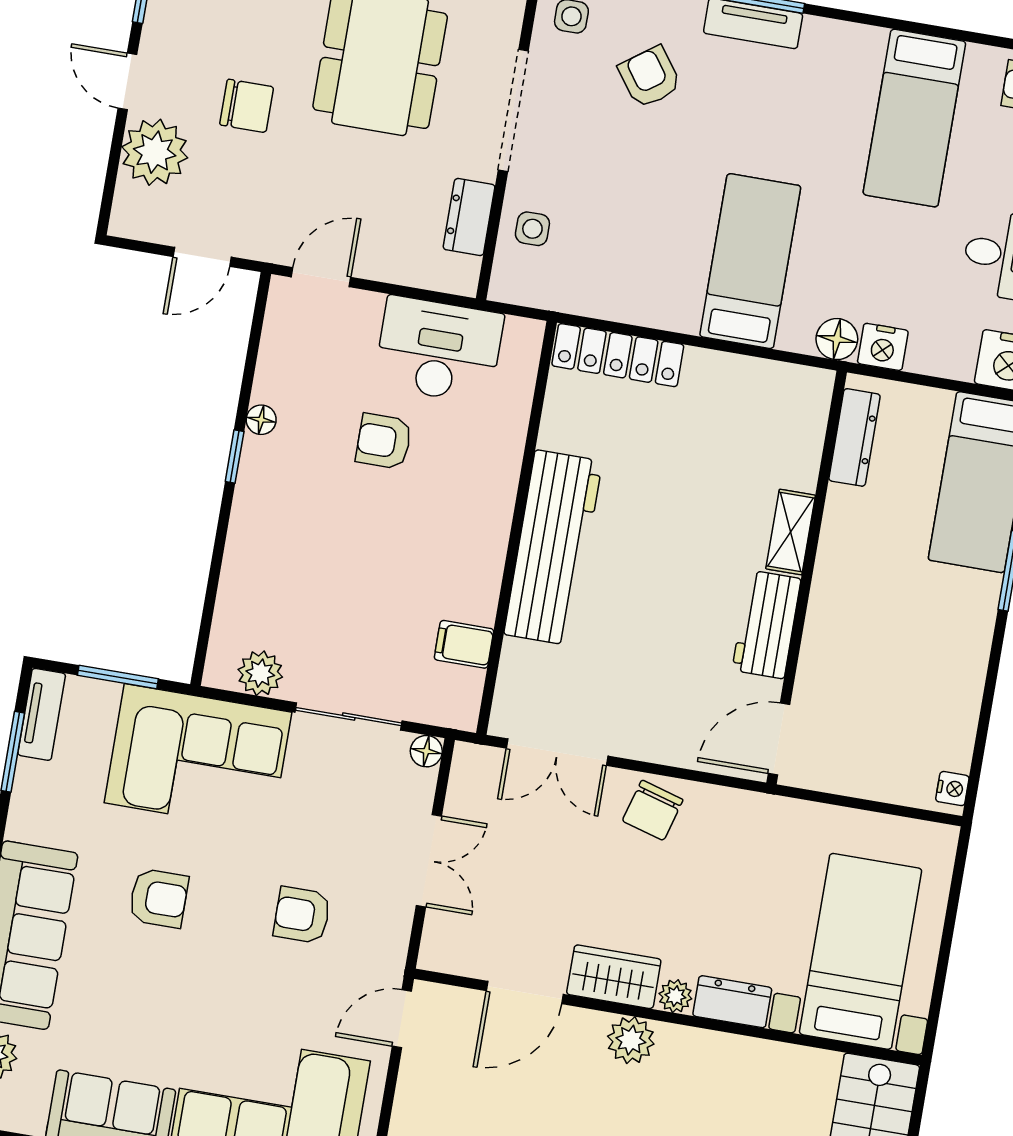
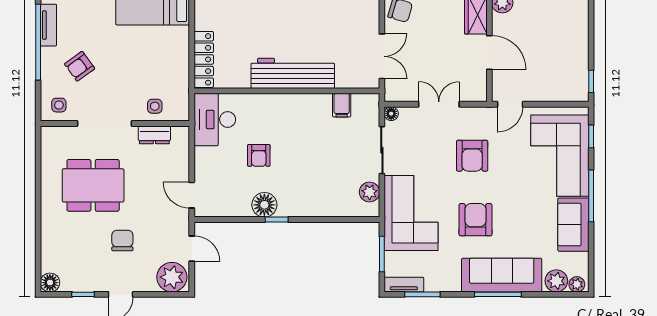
plant: (155, 152) -> (172, 277), moved
desk: (439, 350) -> (215, 119), moved
floor lamp: (261, 420) -> (264, 205), width x1.89, depth x1.89
armchair: (159, 898) -> (475, 220), width x1.38, depth x1.38
armchair: (302, 915) -> (472, 156), width x1.38, depth x1.38
door: (402, 1019) -> (510, 104), hinge flipped

